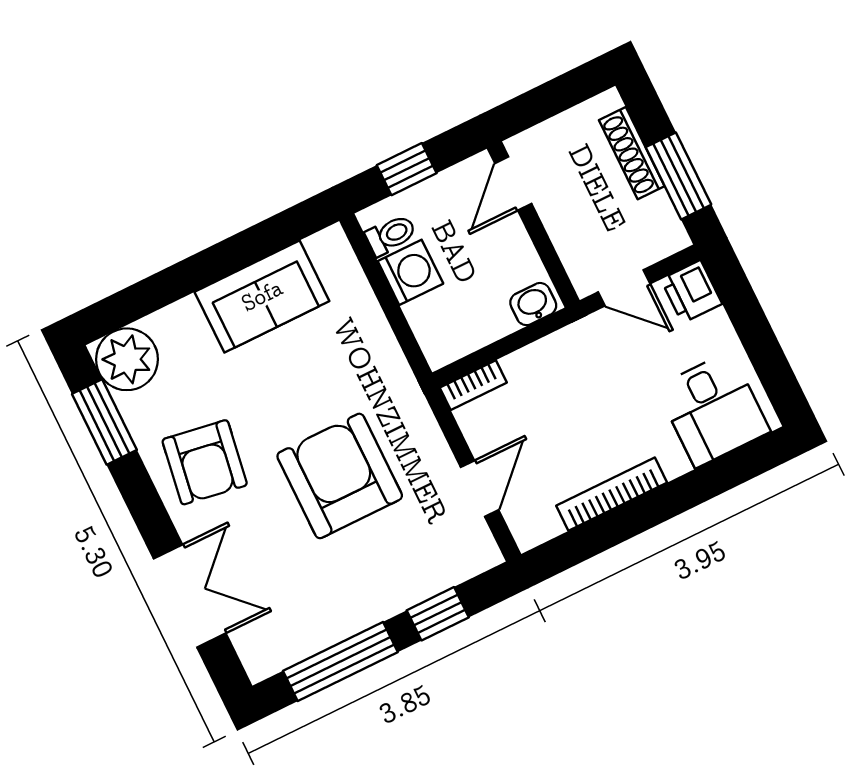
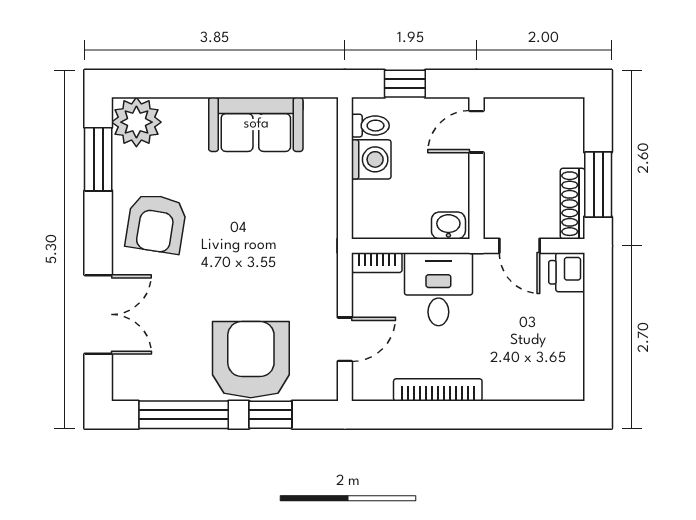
shoe rack: (632, 153) -> (573, 204), moved
desk: (713, 409) -> (438, 289), moved, turned 180
armchair: (340, 476) -> (251, 360), moved

